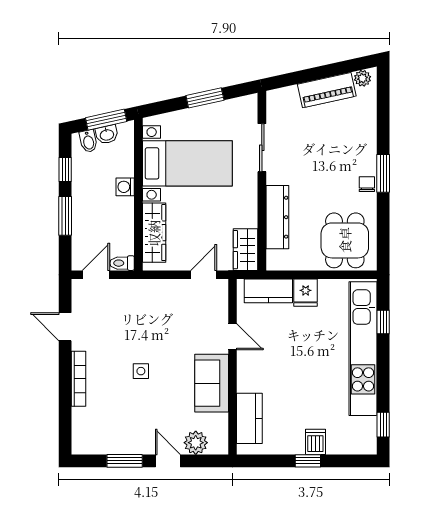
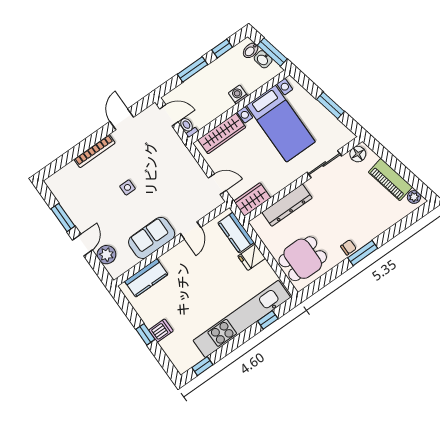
floor lamp: (276, 105) -> (358, 154), added

